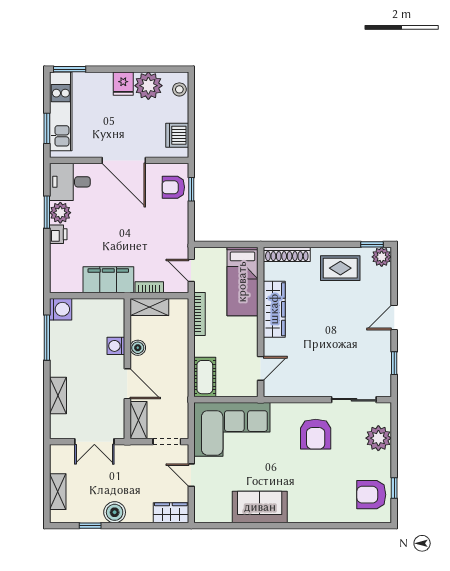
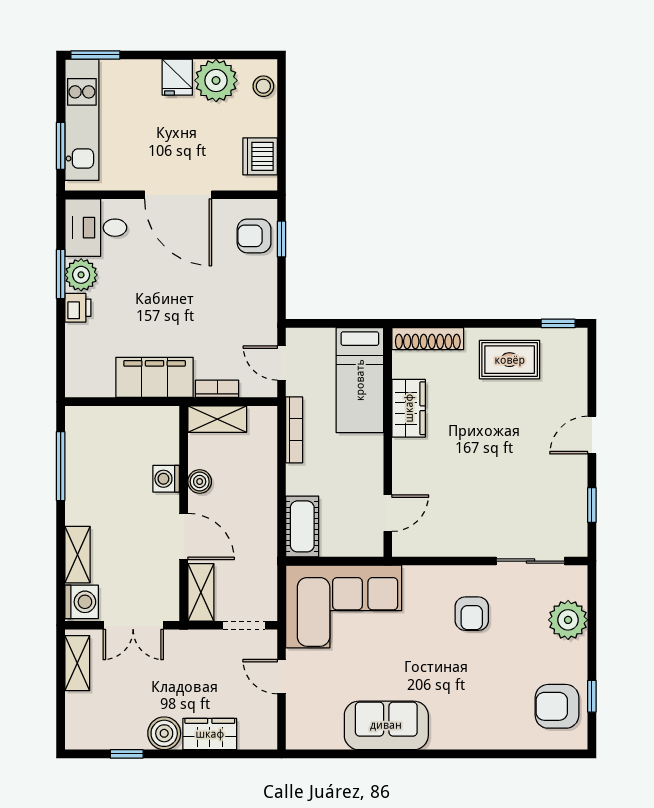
plant: (382, 257) -> (573, 342), removed
washing machine: (61, 309) -> (82, 602), moved
wardrobe: (274, 309) -> (409, 408), width x0.67
armchair: (316, 434) -> (472, 614), width x0.72, depth x0.72
shelving: (58, 492) -> (77, 663), moved
wardrobe: (171, 513) -> (210, 734), moved

